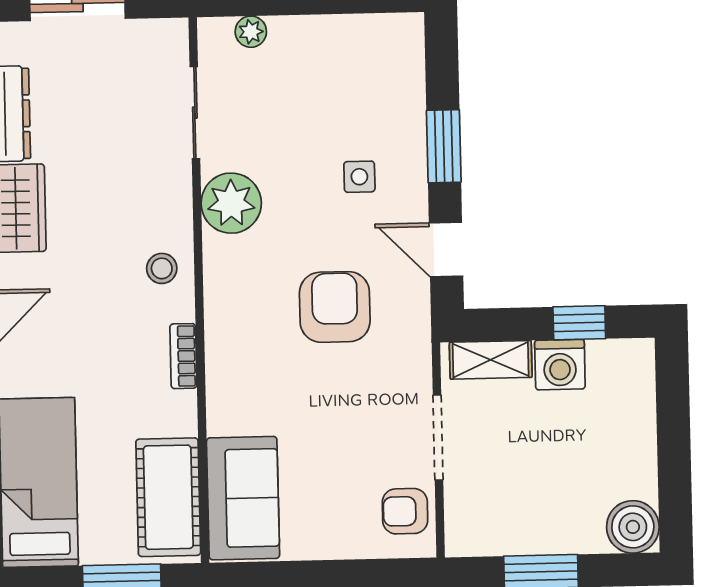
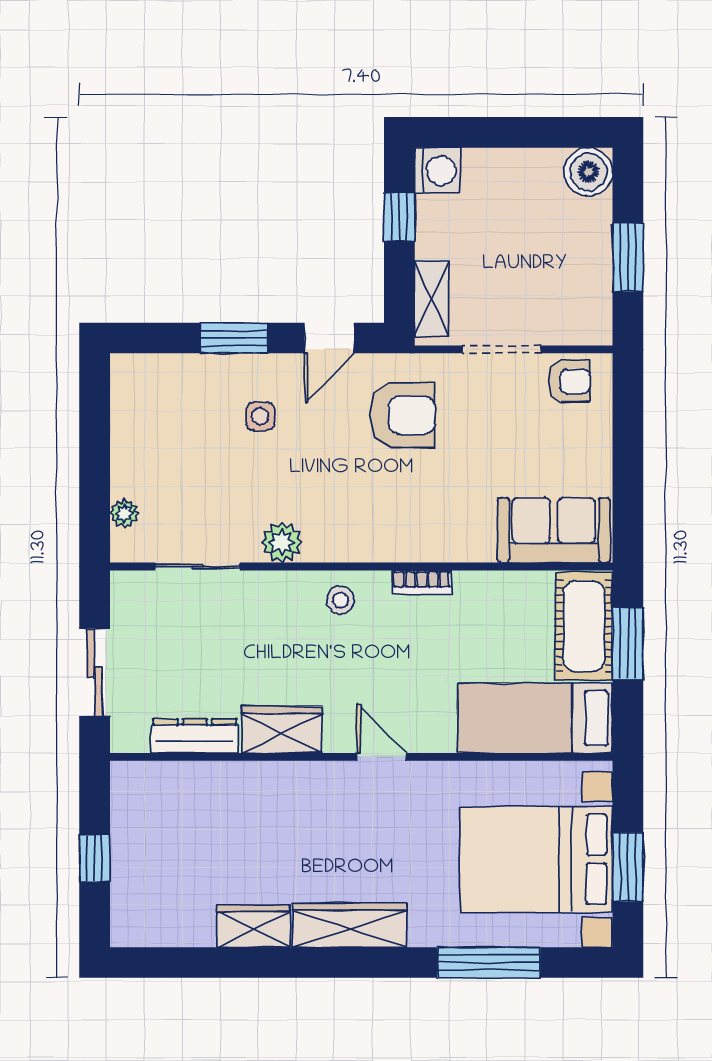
plant: (231, 203) -> (282, 542), width x0.73, depth x0.73
armchair: (335, 307) -> (403, 415), moved, turned 180
washing machine: (560, 365) -> (437, 170), moved
cot: (168, 497) -> (584, 626), moved, turned 90
armchair: (405, 511) -> (569, 381), turned -90

